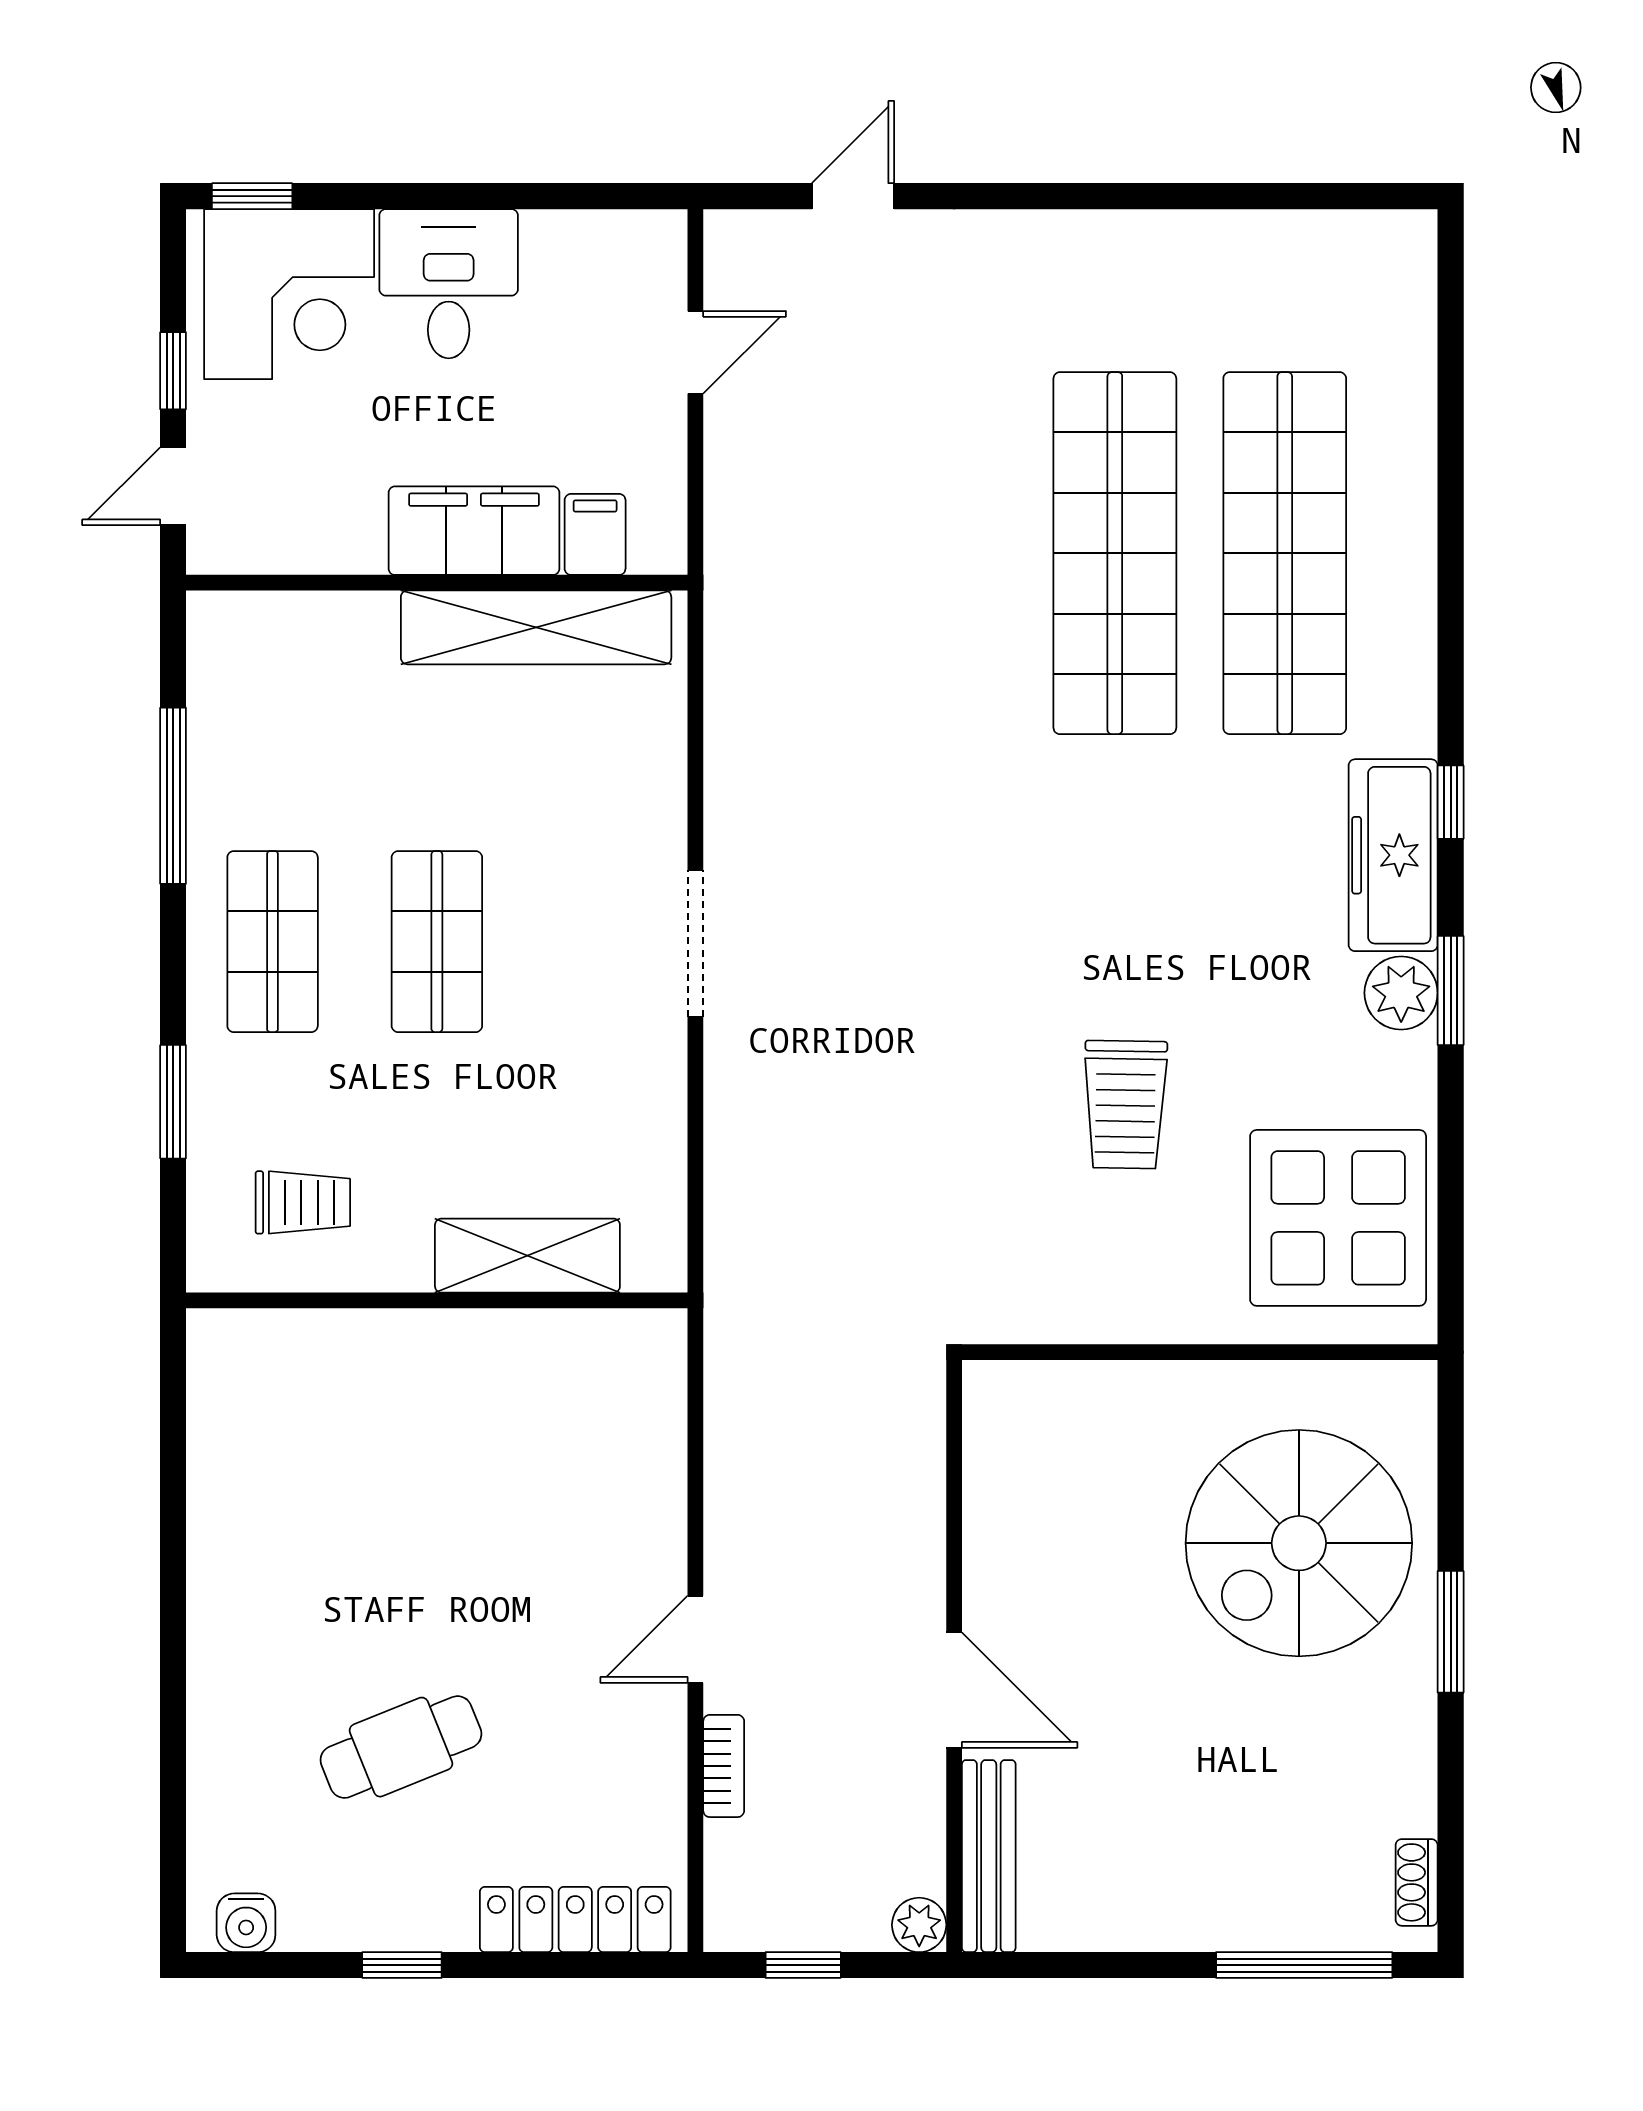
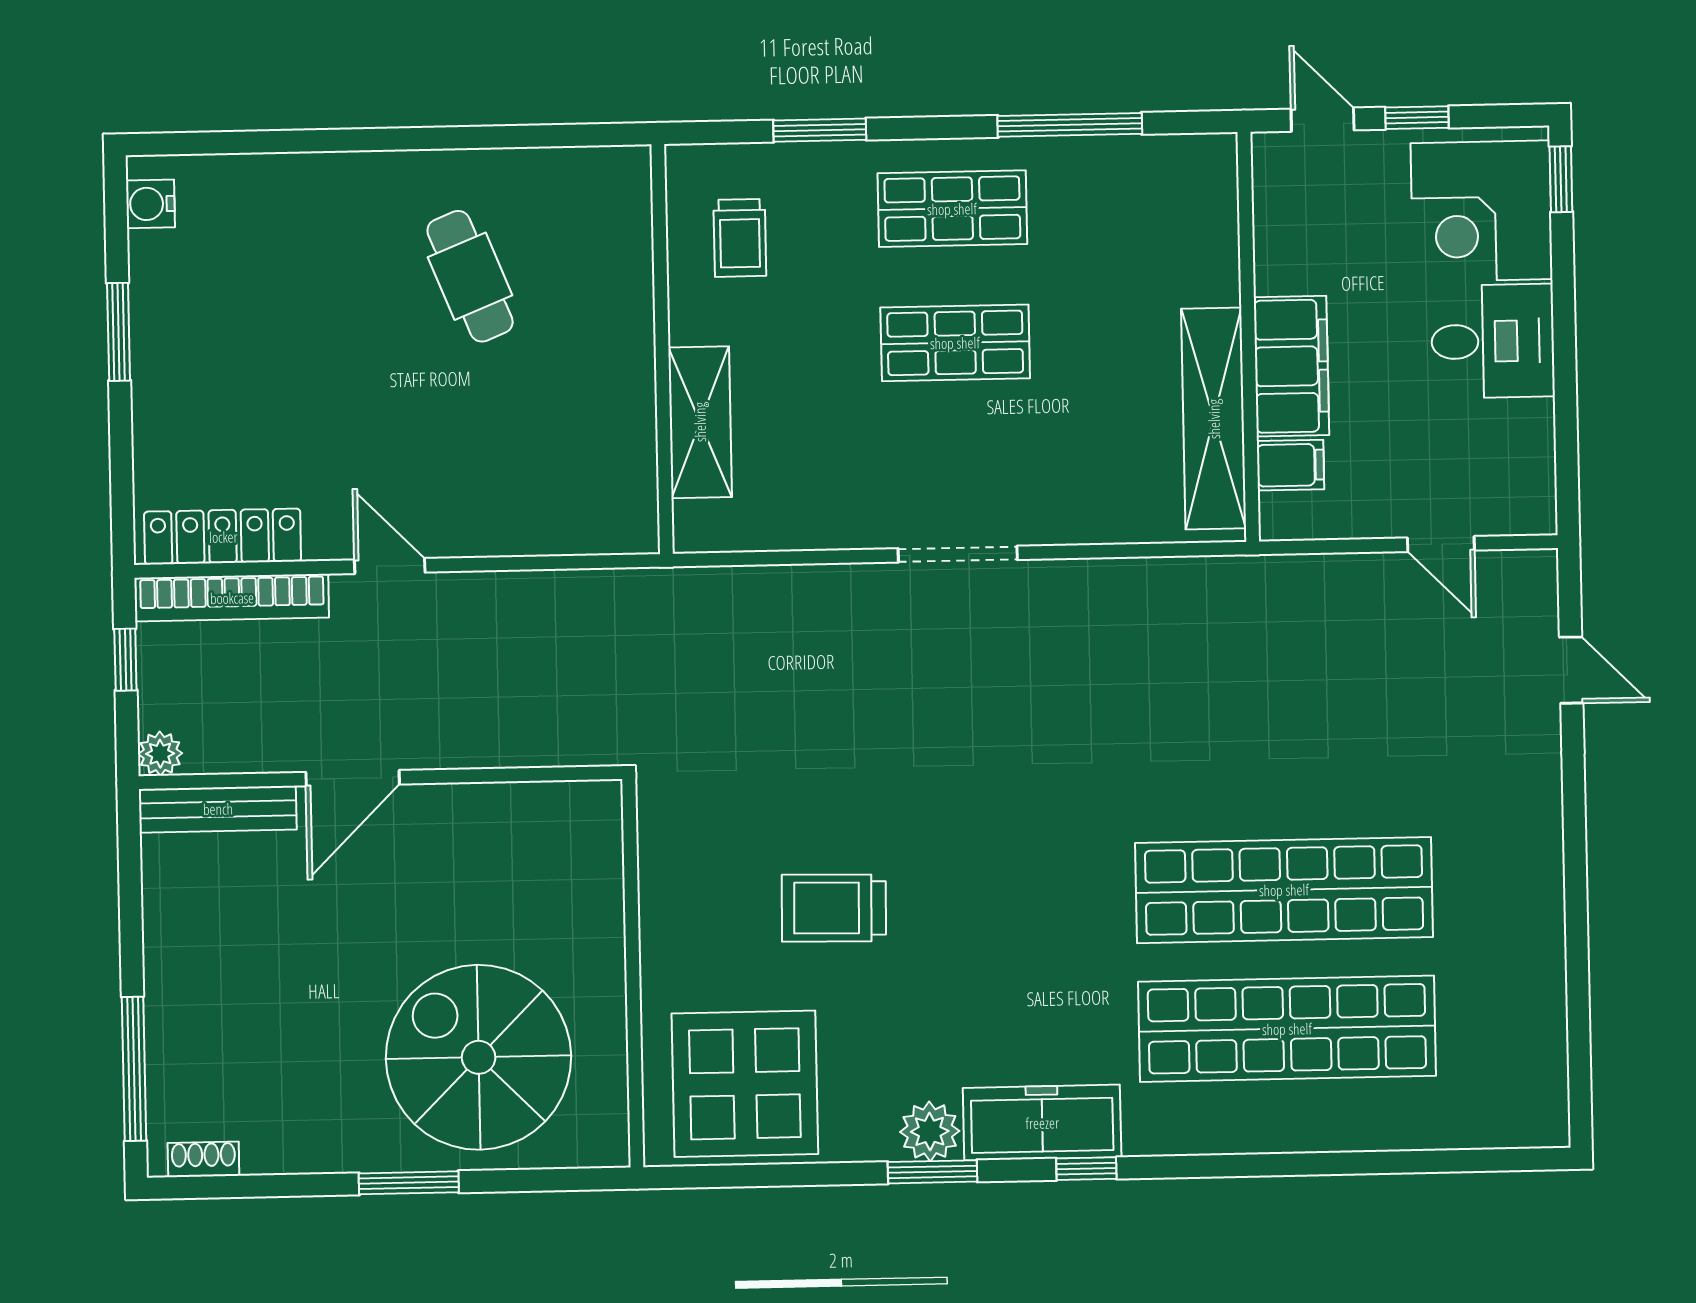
cafe table: (401, 1747) -> (470, 276), moved
bookcase: (724, 1766) -> (232, 598), width x2.31, depth x1.31
locker: (575, 1919) -> (223, 537), moved, turned -90
window: (402, 1965) -> (119, 332), width x1.50

